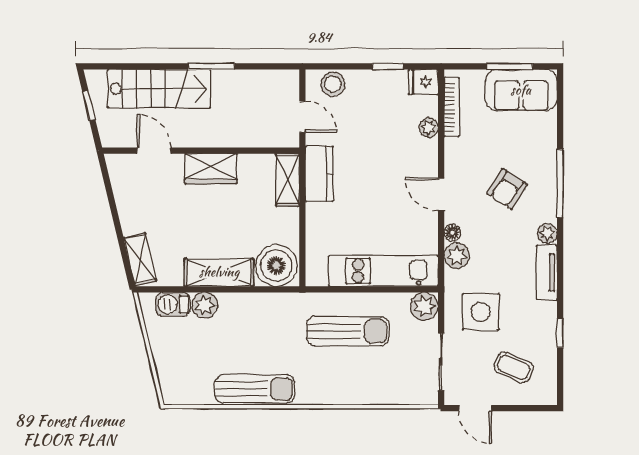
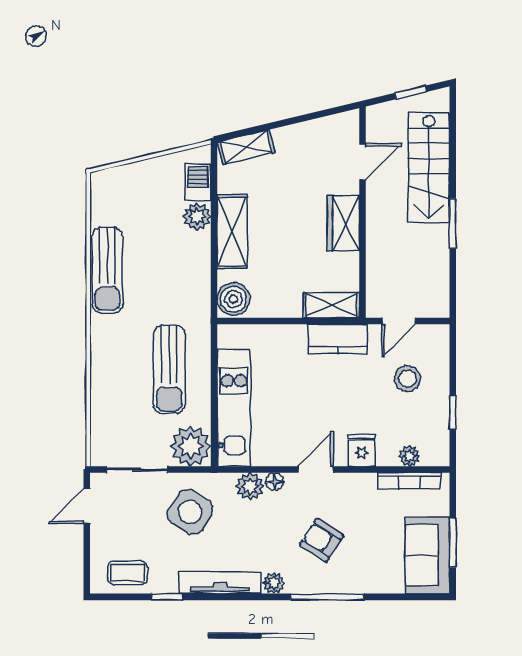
fridge: (423, 82) -> (361, 450), moved
stool: (333, 84) -> (407, 379), moved
plant: (429, 127) -> (409, 456), moved
boiler: (276, 266) -> (233, 299), width x0.73, depth x0.73
tv unit: (547, 273) -> (220, 583), width x1.41
plant: (424, 306) -> (191, 446), width x1.36, depth x1.36
side table: (481, 312) -> (190, 512), turned 31
coffee table: (514, 368) -> (127, 573), moved, turned 67

